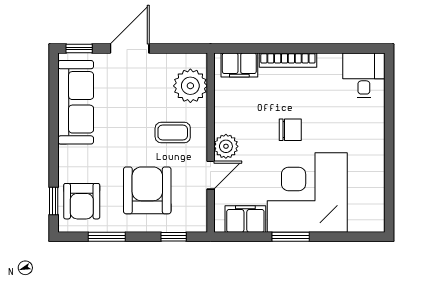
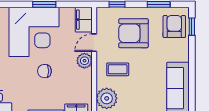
armchair: (147, 190) -> (133, 33), turned 90
filing cabinet: (245, 219) -> (84, 20), moved, turned 90

